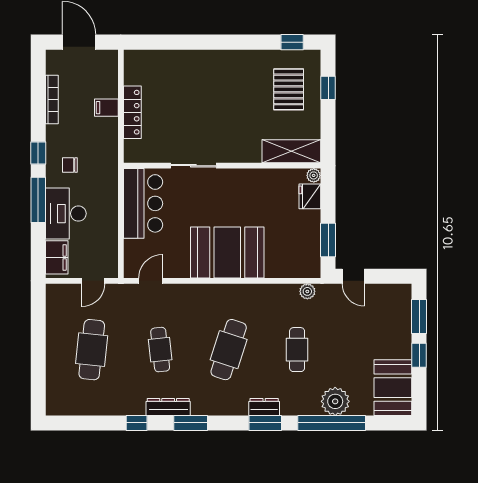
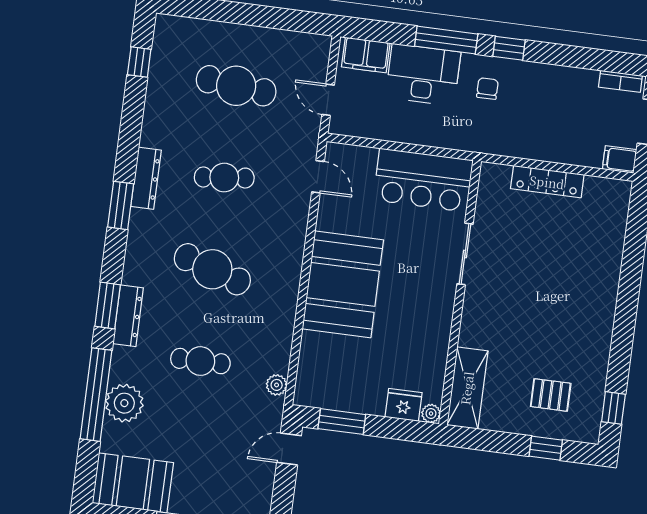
pallet: (289, 89) -> (551, 395), width x0.67, depth x0.71
bookcase: (52, 99) -> (620, 81), moved, width x0.64
filing cabinet: (106, 108) -> (620, 159), moved, turned -90
dresser: (264, 407) -> (128, 316), width x1.44
window: (137, 423) -> (139, 62), moved

